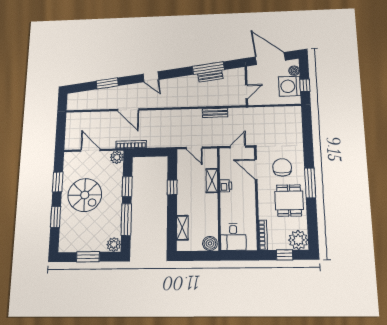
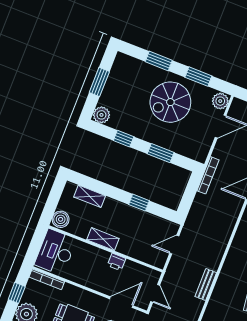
plant: (117, 157) -> (220, 101), moved
shelving: (212, 181) -> (103, 239), moved
window: (126, 220) -> (124, 139), width x0.46
desk: (233, 237) -> (56, 252), width x1.37

